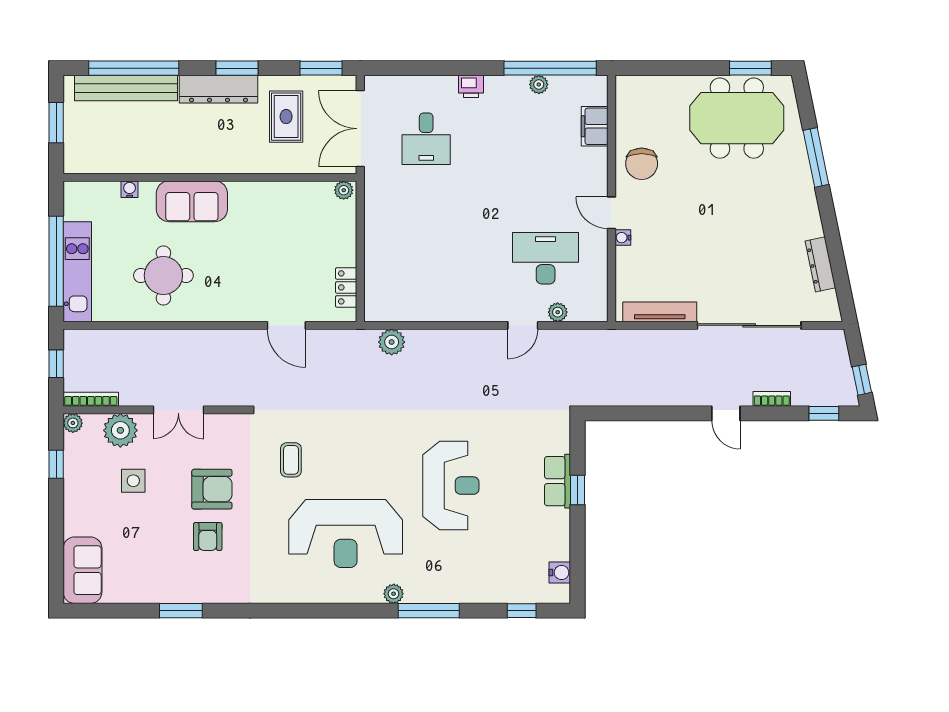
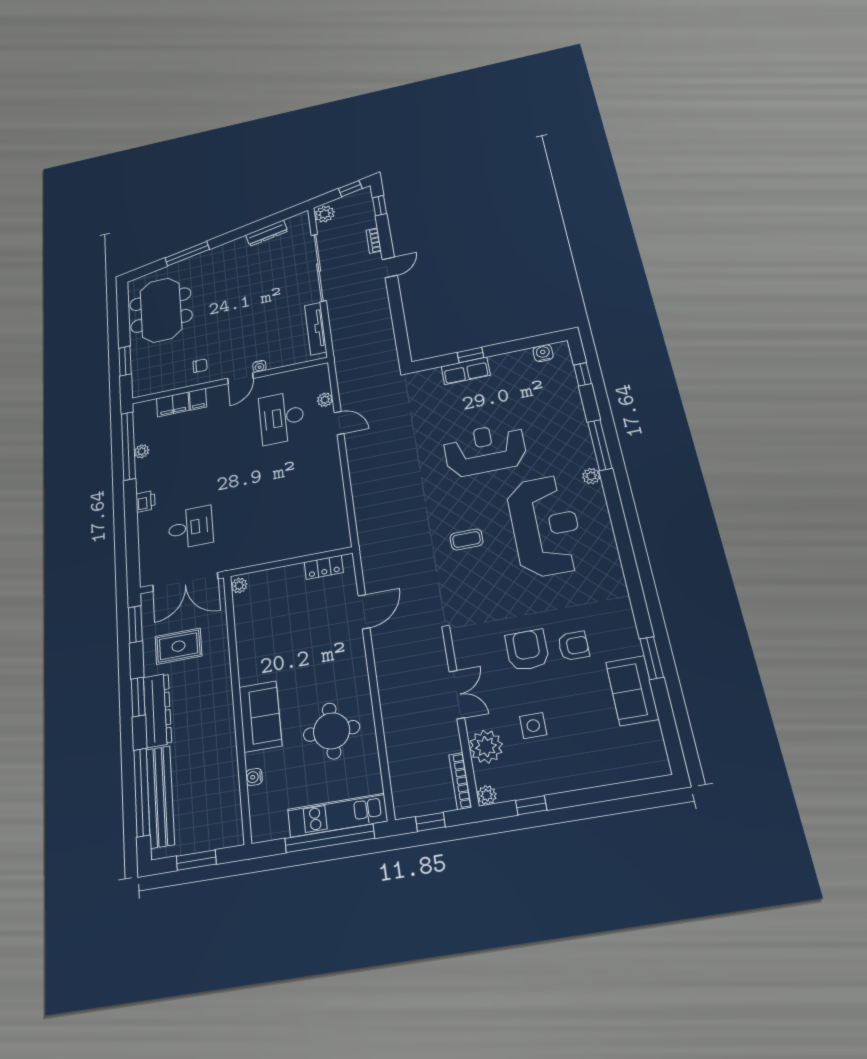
window: (750, 68) -> (125, 361), moved
filing cabinet: (595, 158) -> (198, 399), added
chair: (642, 164) -> (200, 366), width x0.54, depth x0.54
plant: (392, 342) -> (325, 214), moved
coffee table: (291, 460) -> (467, 539), moved
sofa: (83, 570) -> (632, 691), moved, turned -90

